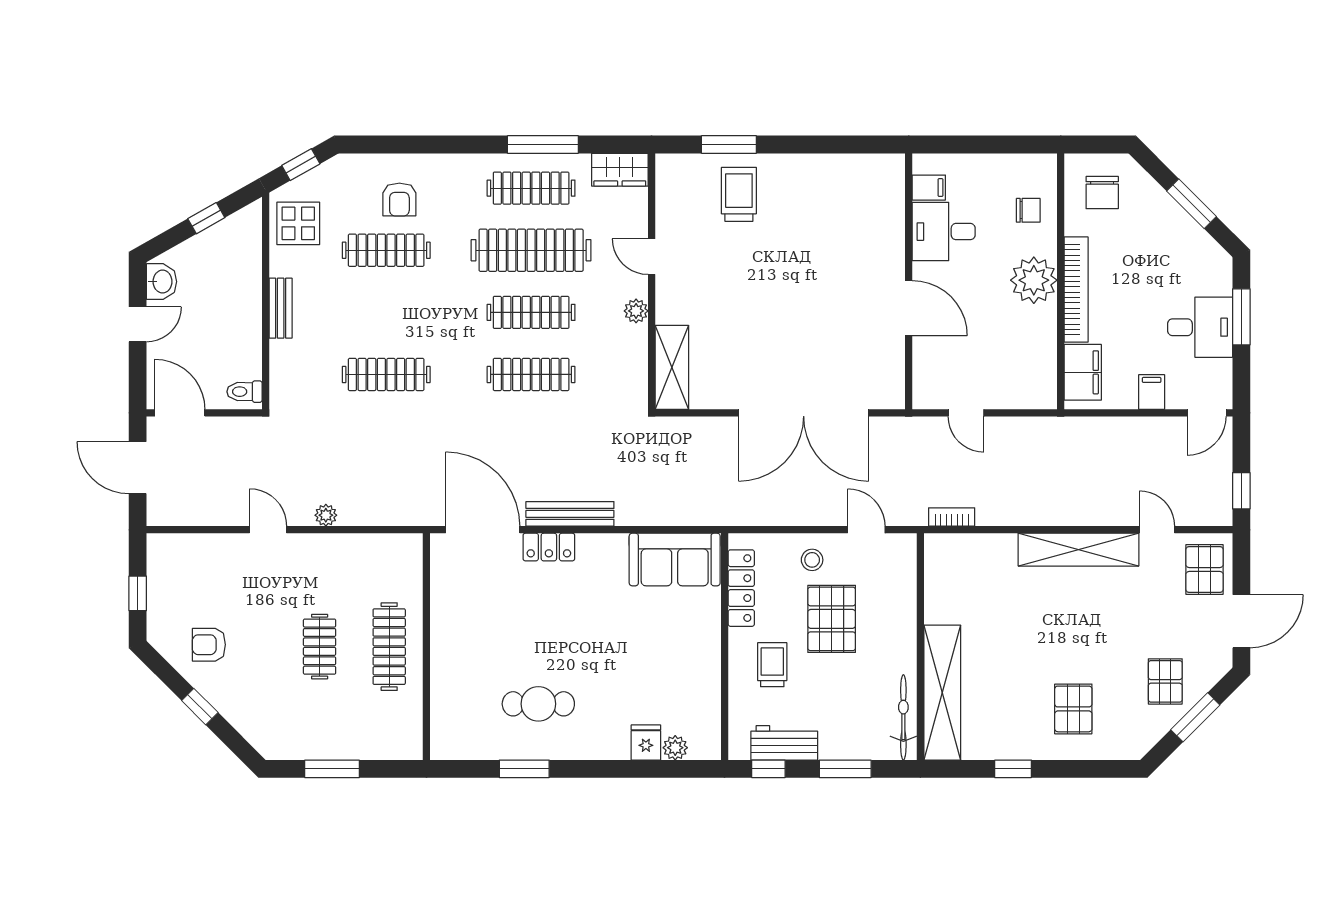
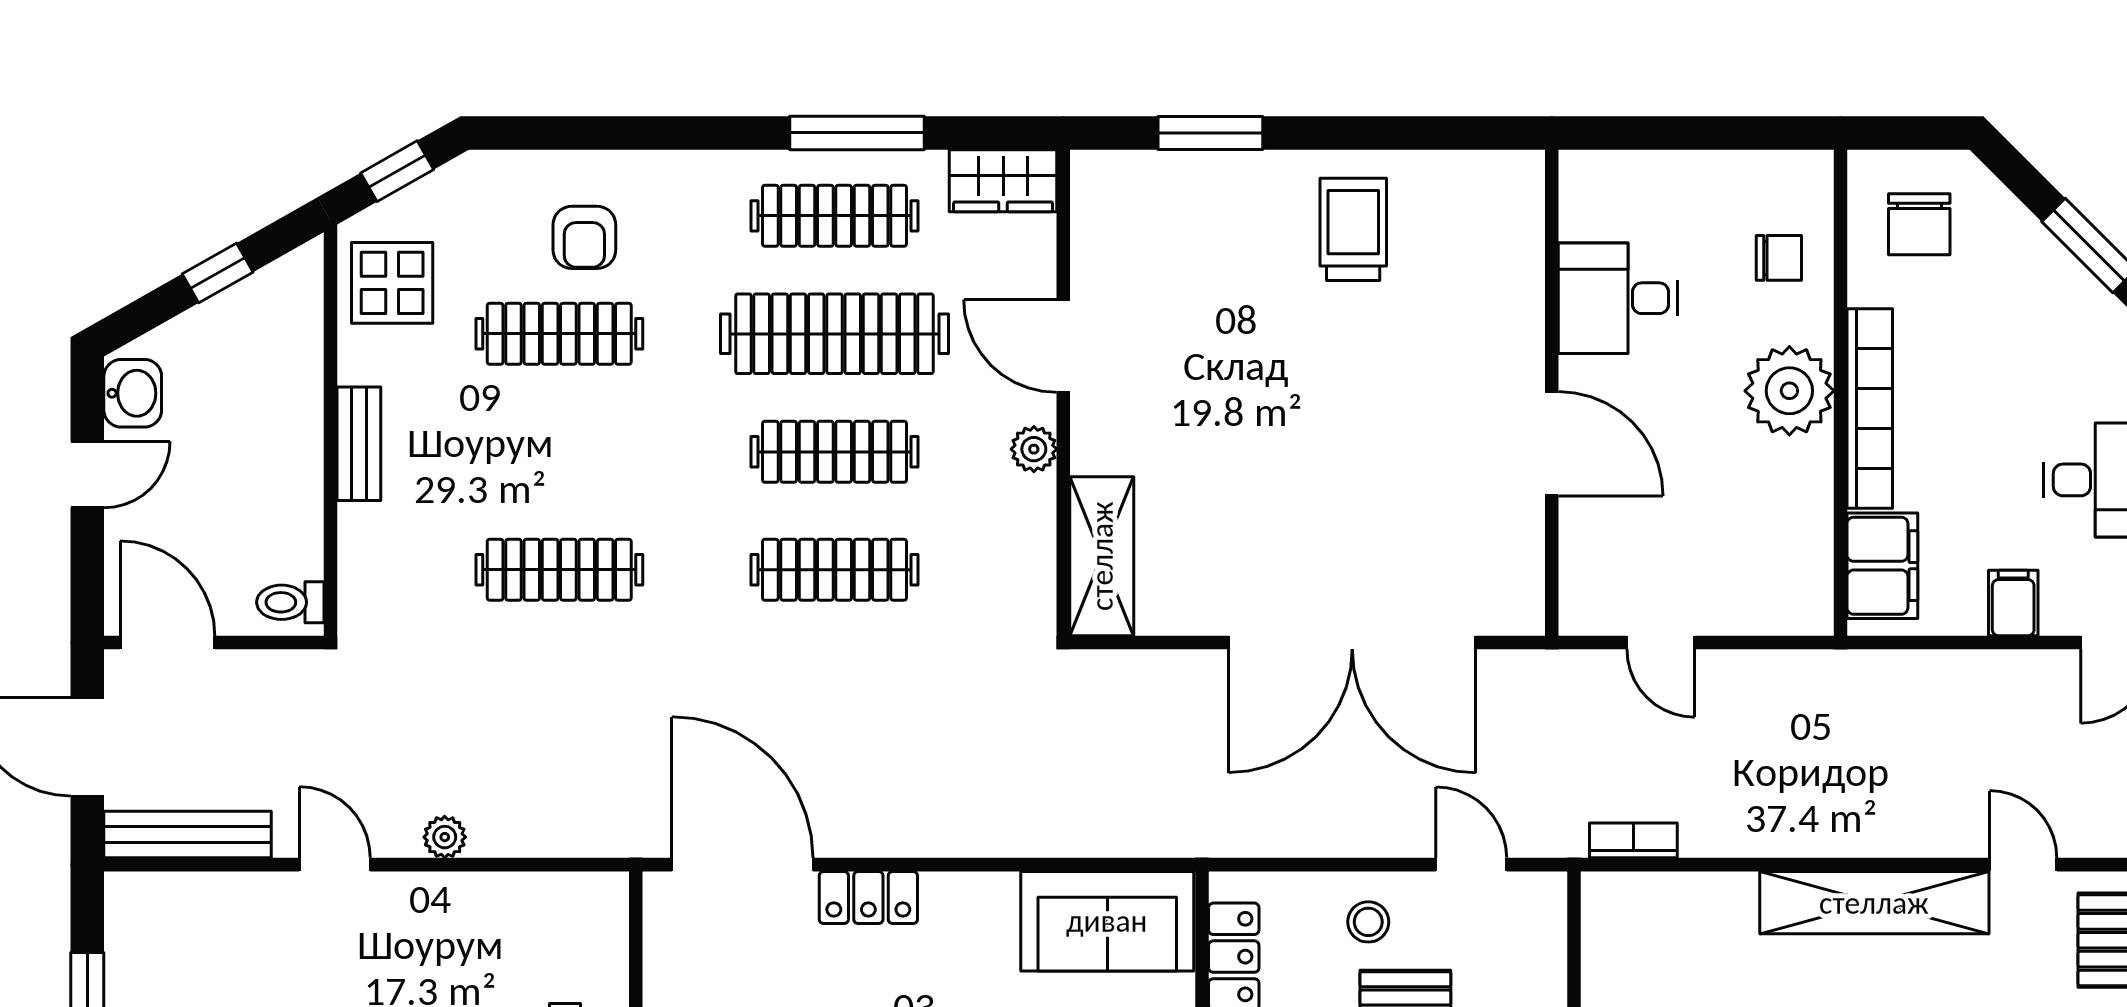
filing cabinet: (929, 188) -> (1590, 215), removed
trolley: (739, 194) -> (1353, 229), moved
door: (652, 257) -> (1063, 346), width x1.37
bench: (570, 514) -> (188, 835), moved

